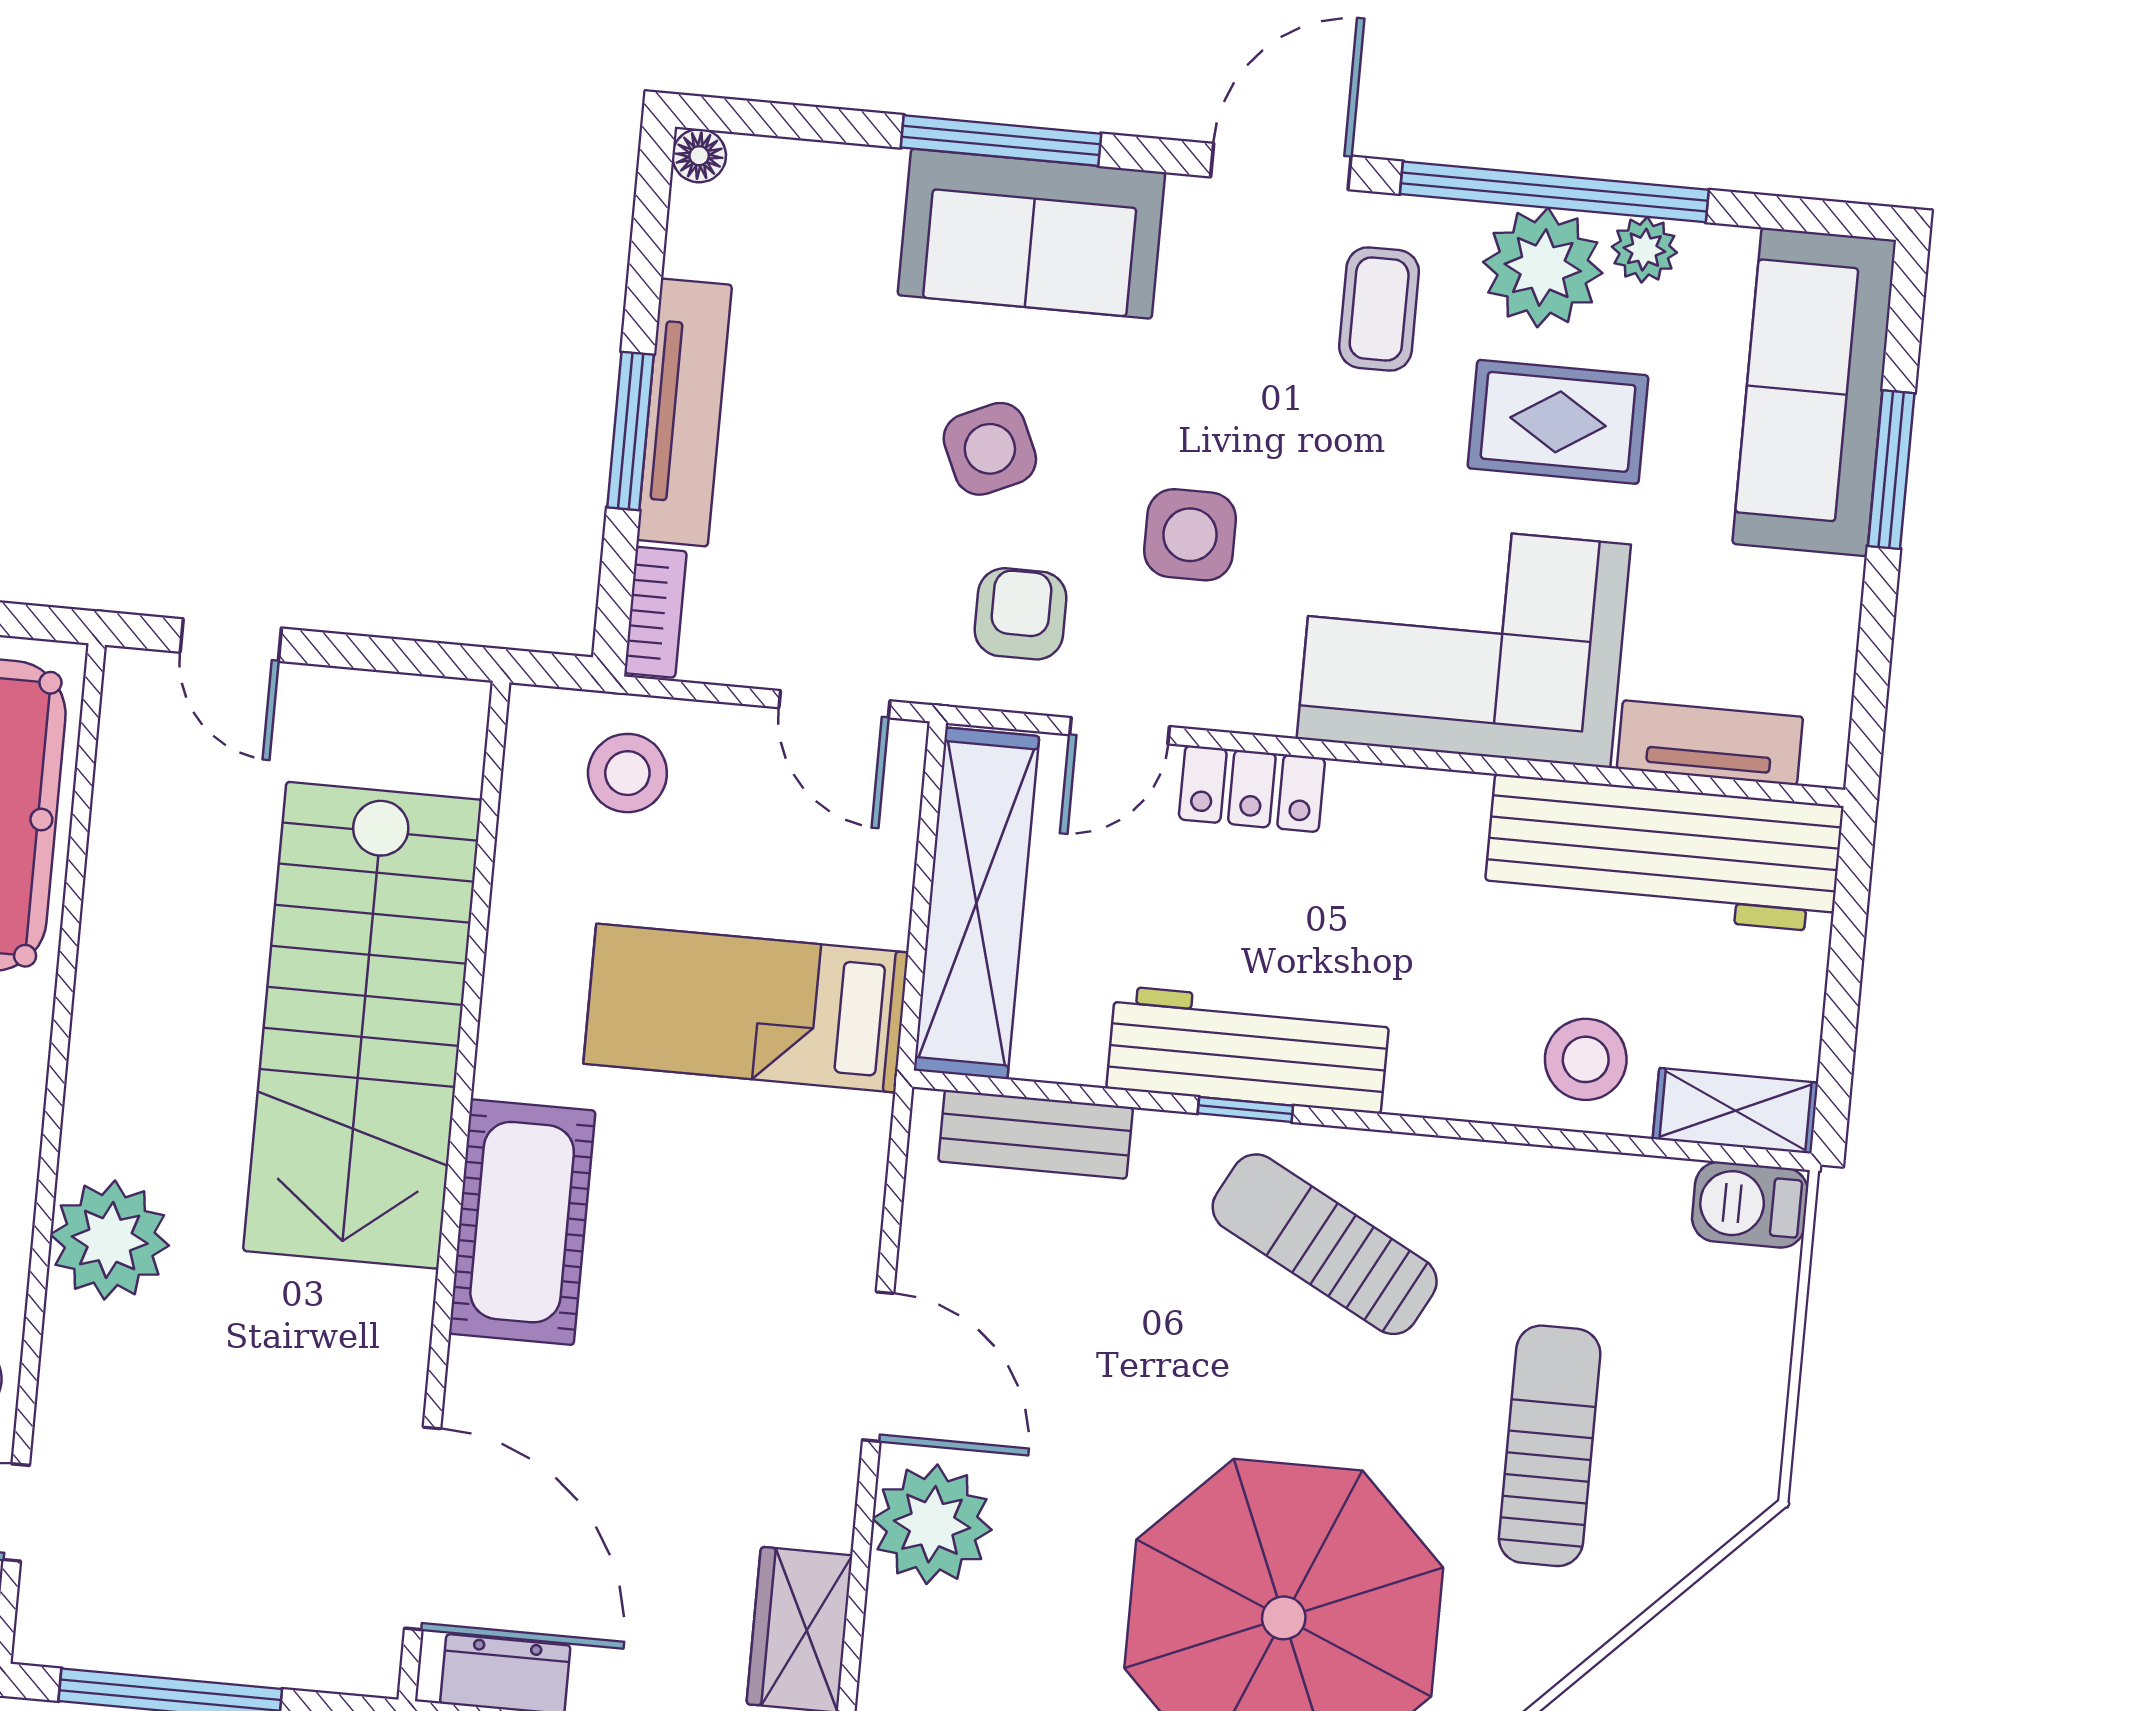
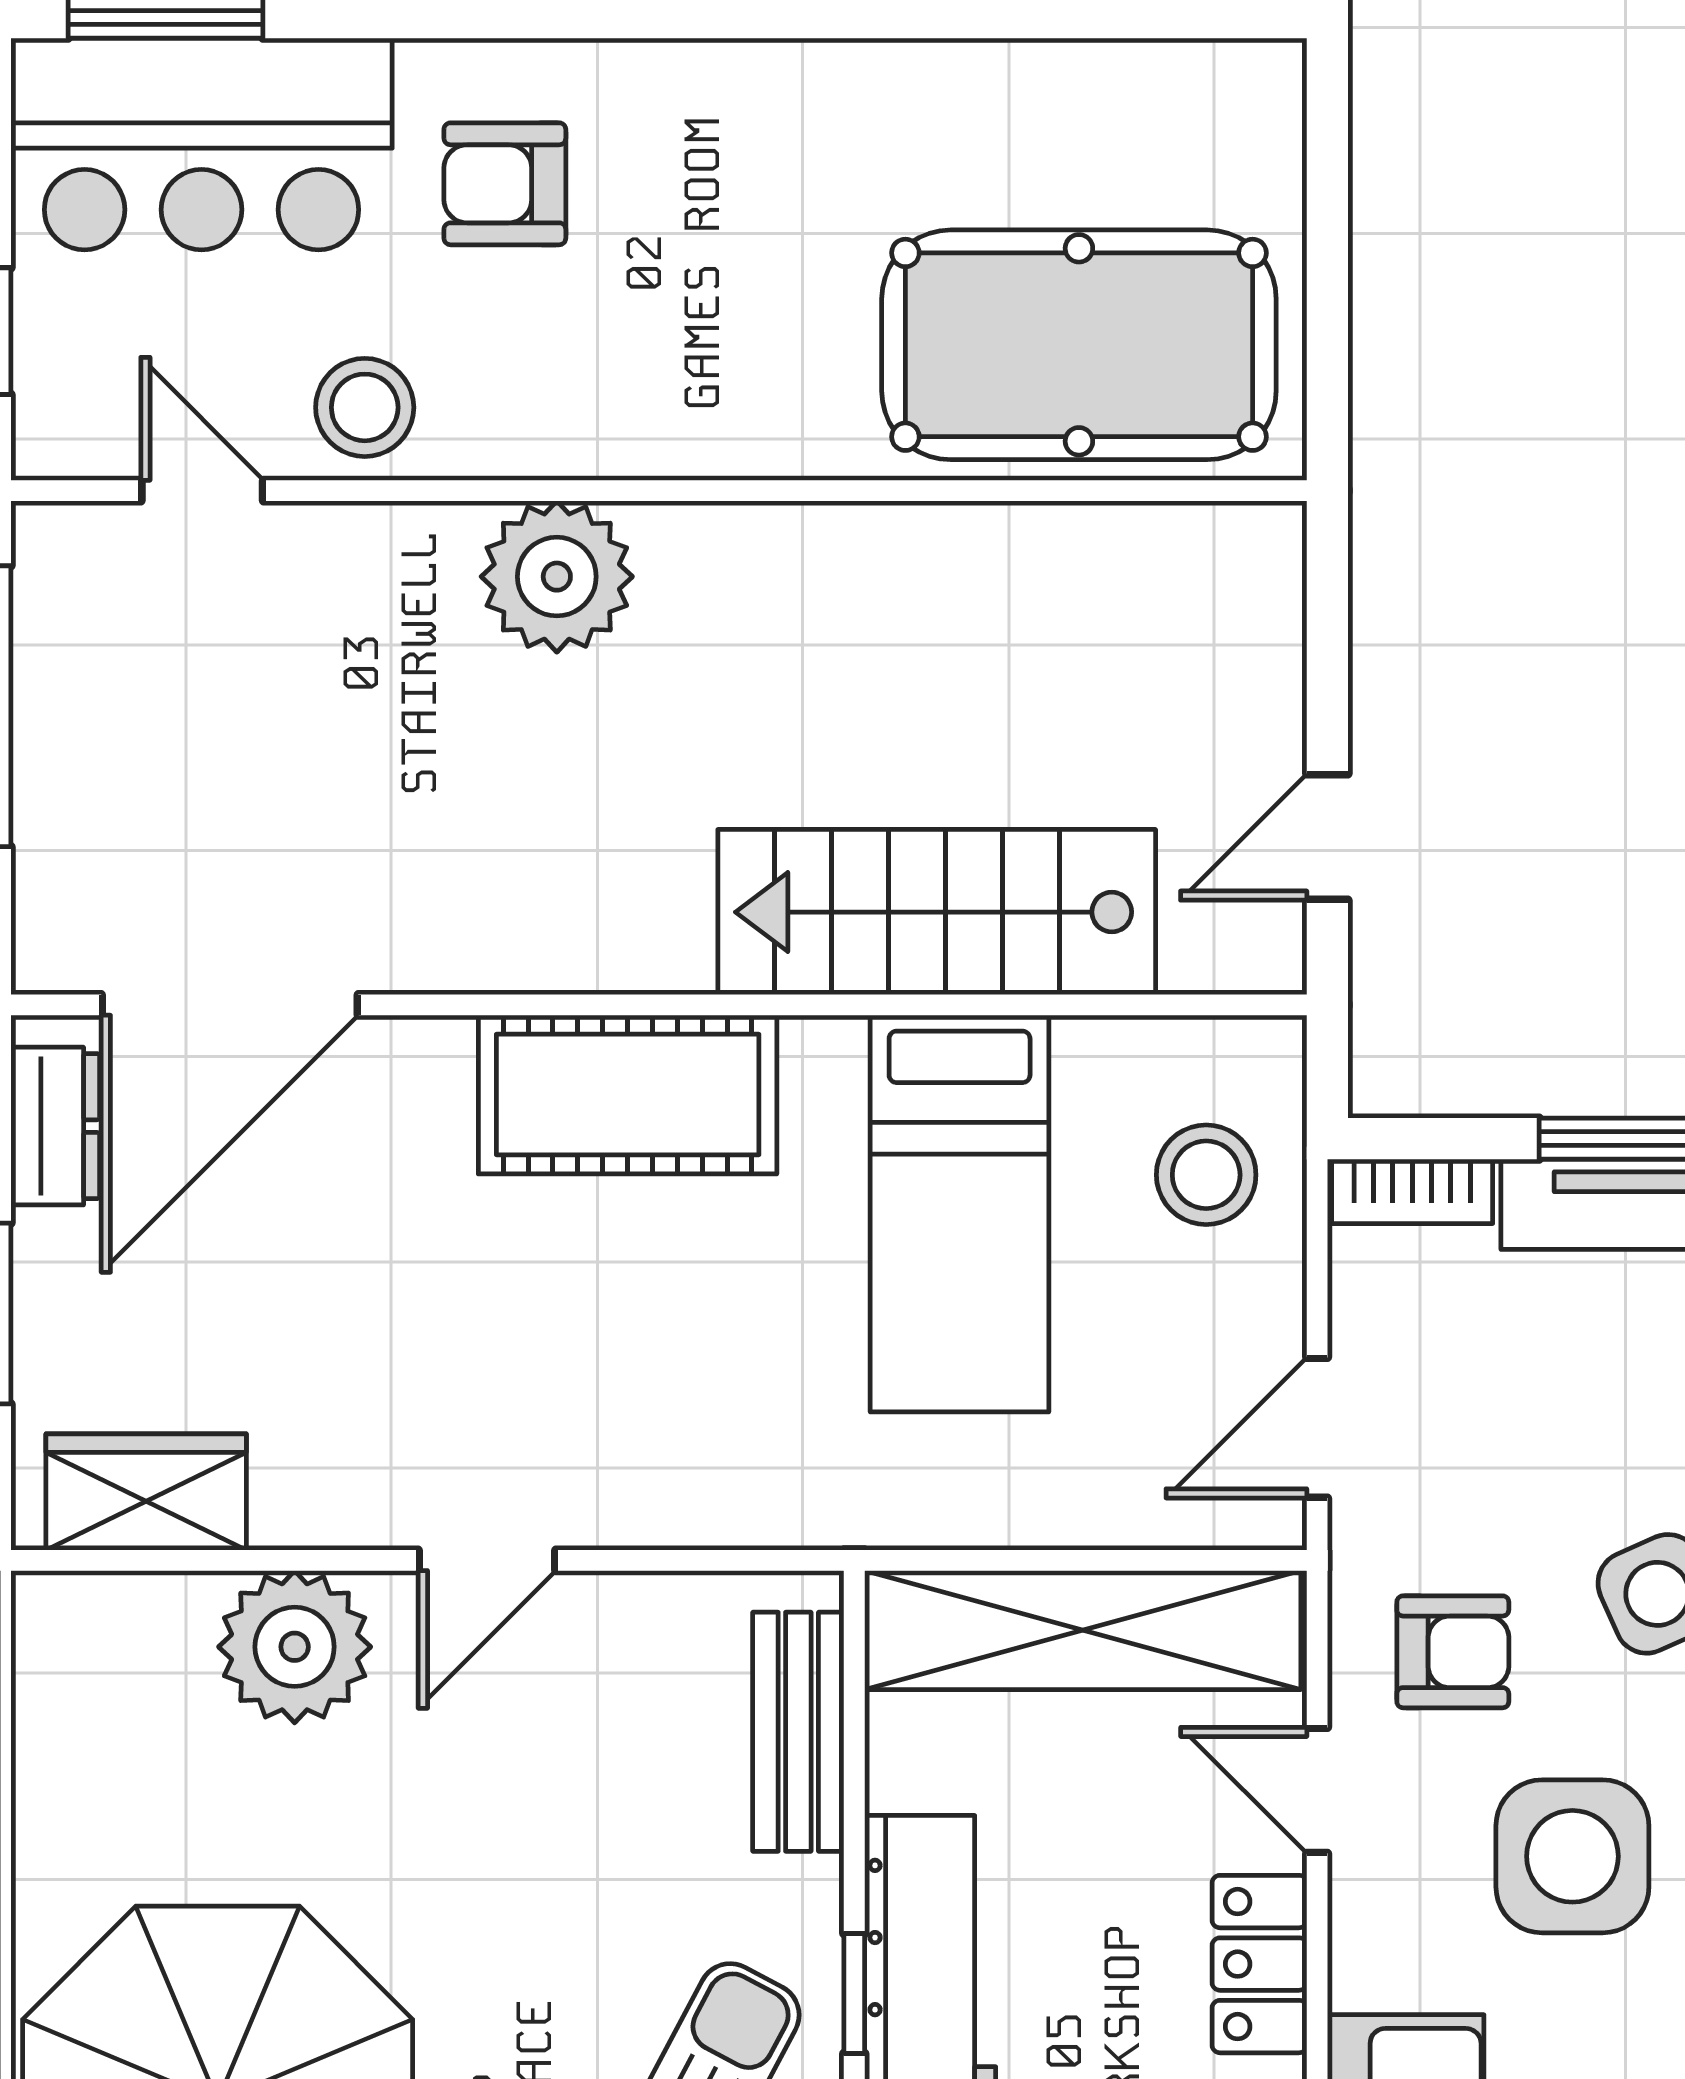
side table: (1190, 535) -> (1572, 1856), width x1.37, depth x1.37
door: (231, 640) -> (1327, 837), moved
bed: (746, 1008) -> (960, 1214), moved, turned 180
stairs: (362, 1025) -> (937, 912), width x0.73, depth x0.66
door: (878, 1367) -> (487, 1560), width x0.73

